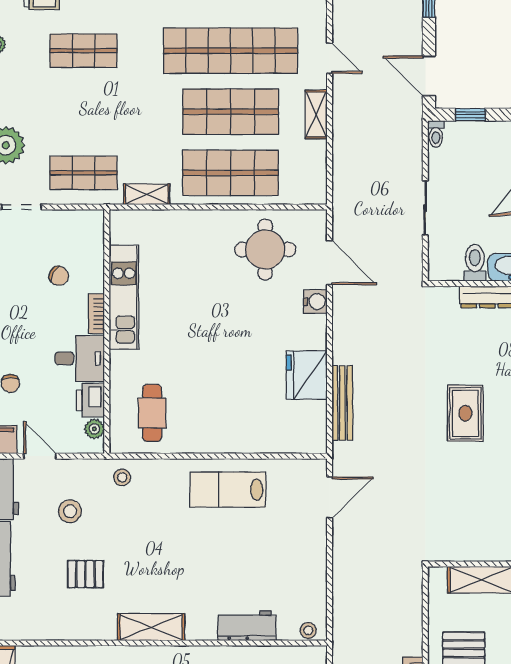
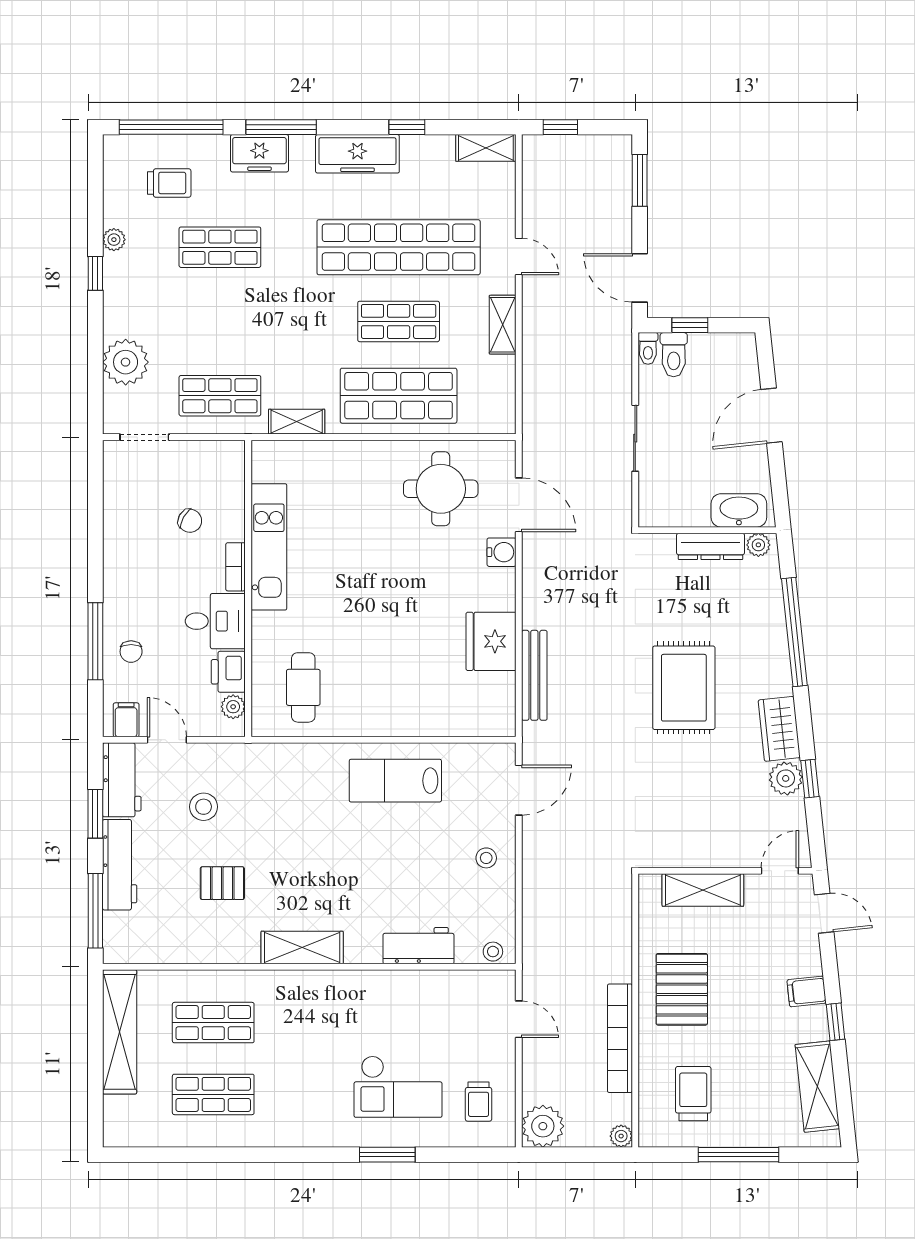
shop shelf: (231, 112) -> (399, 321), width x0.70, depth x0.74
toilet: (475, 263) -> (674, 355), moved, turned 180
rug: (465, 413) -> (684, 688), width x1.36, depth x1.43
stool: (122, 477) -> (486, 858), moved

